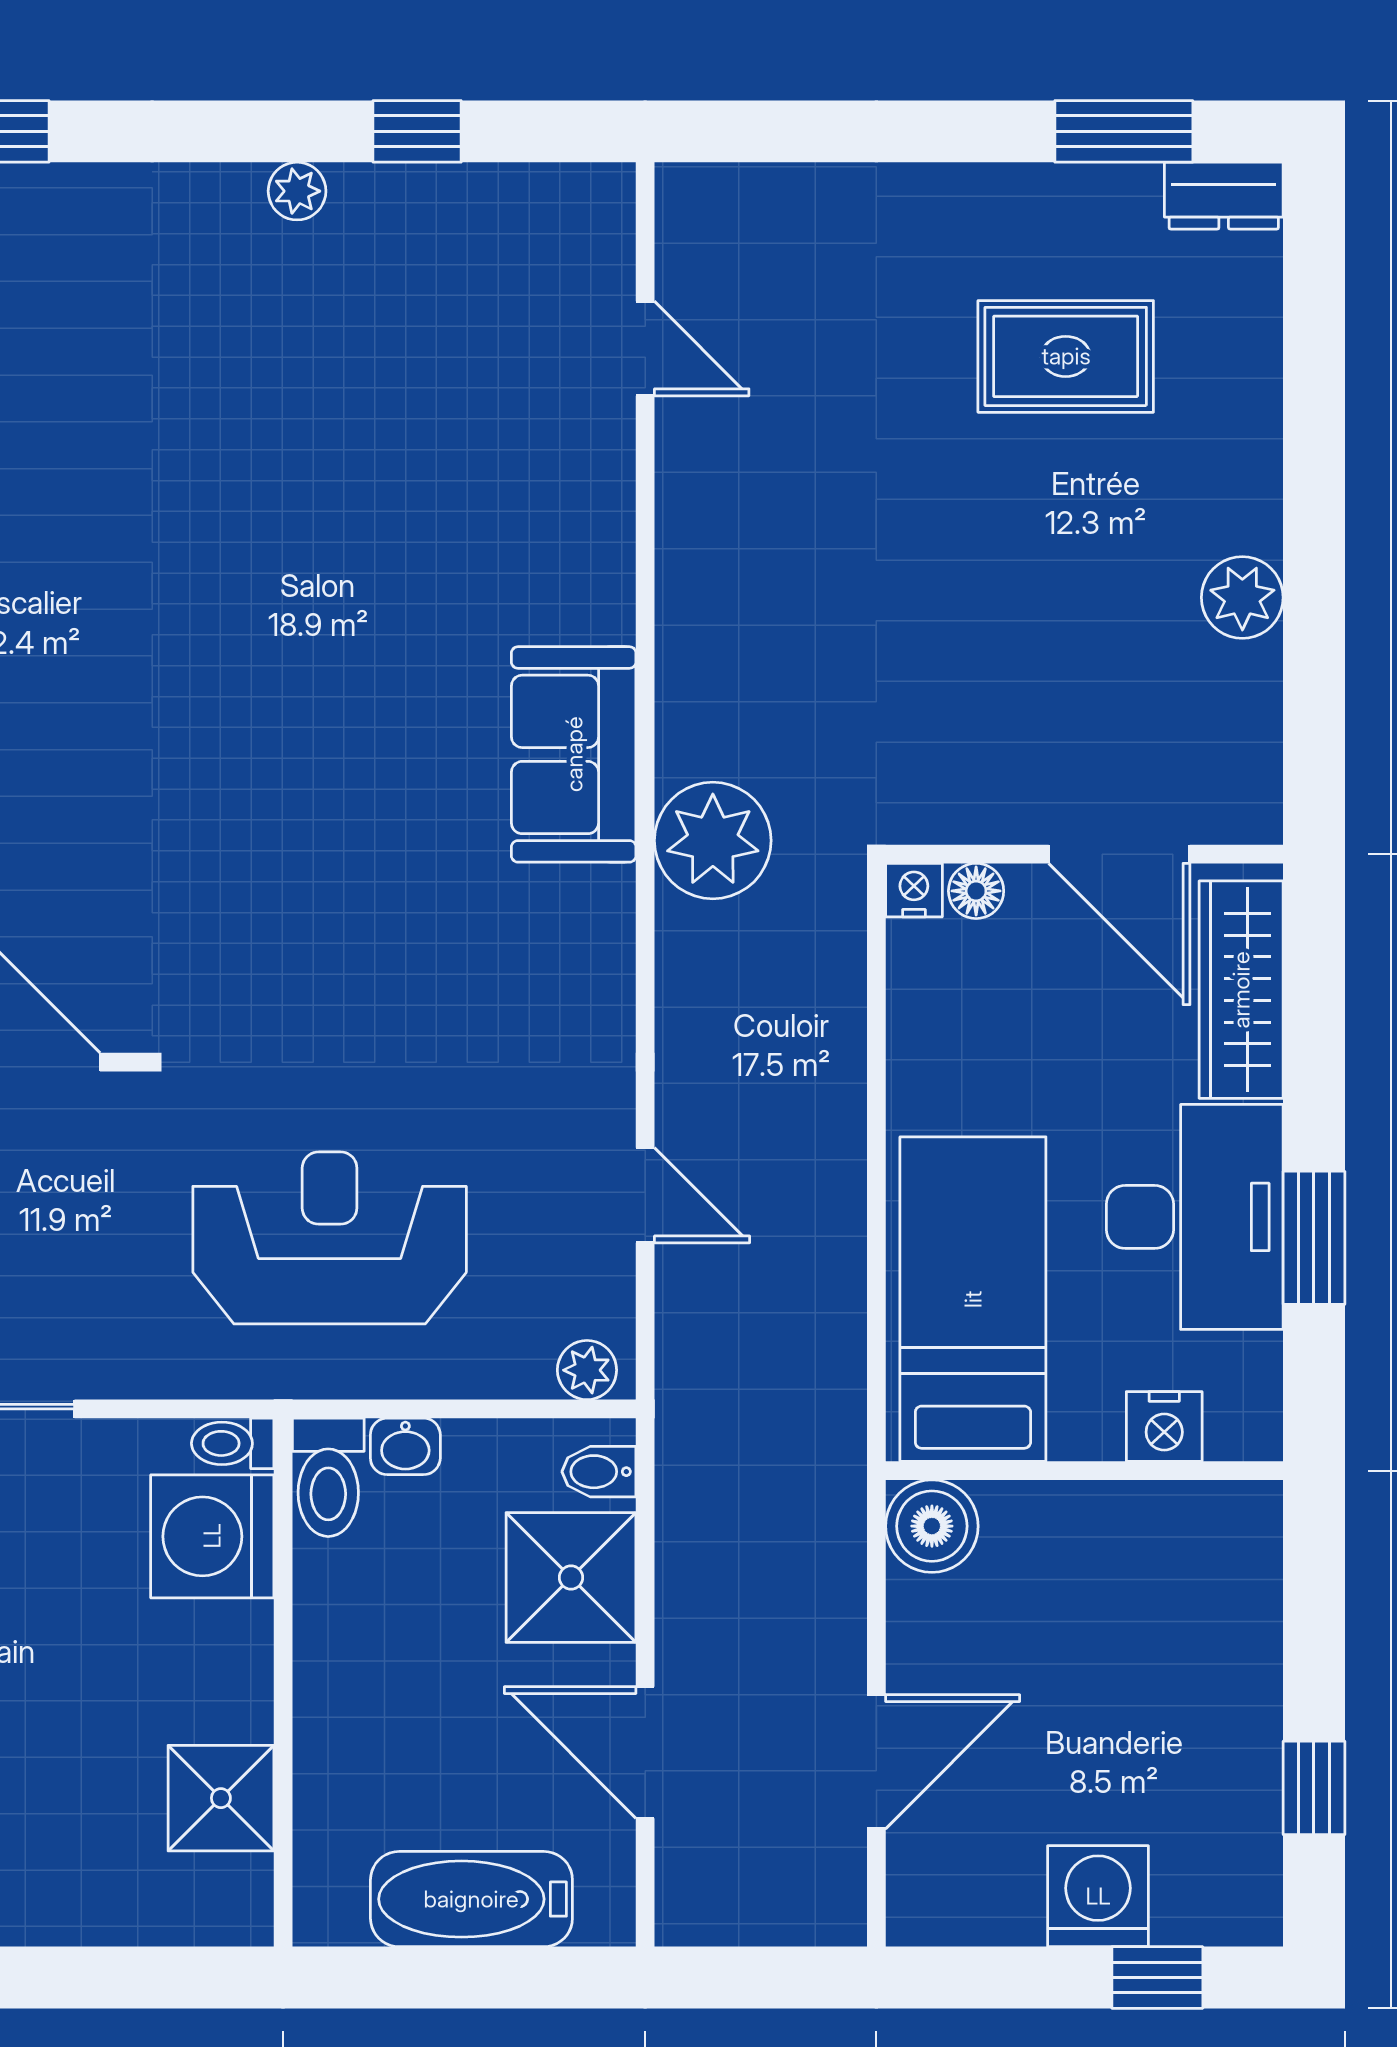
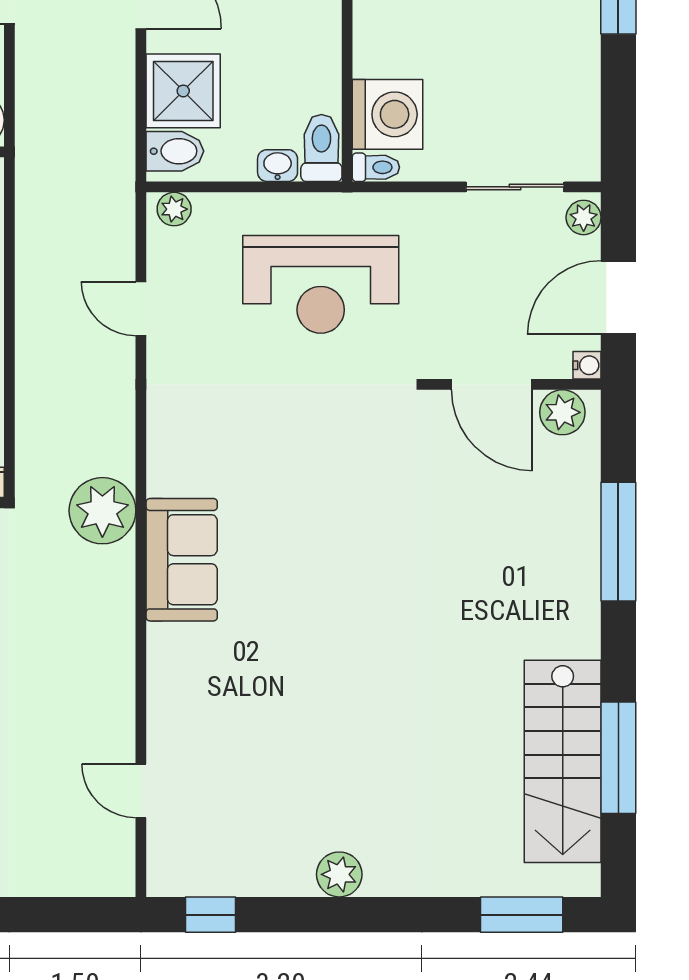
window: (417, 131) -> (210, 915), moved
plant: (297, 191) -> (339, 874), width x1.38, depth x1.38
bidet: (599, 1472) -> (175, 151), width x1.38, depth x1.36

